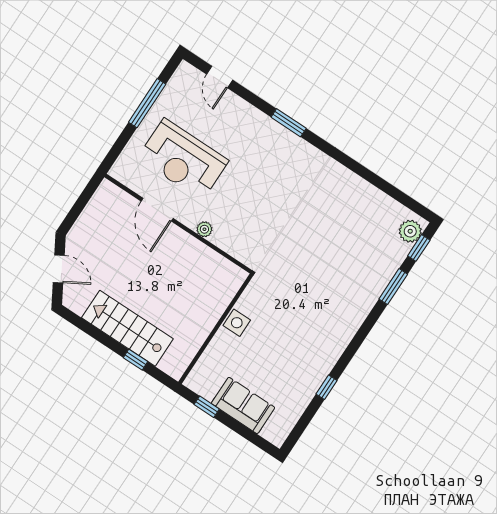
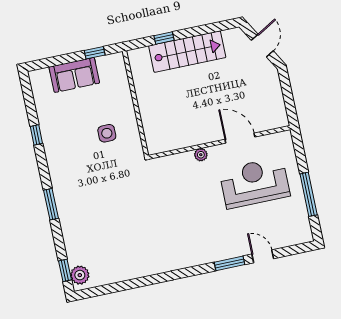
door: (220, 77) -> (263, 256), moved
window: (289, 123) -> (230, 263), moved
door: (59, 269) -> (262, 46), swing flipped
window: (393, 287) -> (51, 204), moved
side table: (237, 323) -> (107, 133), moved

